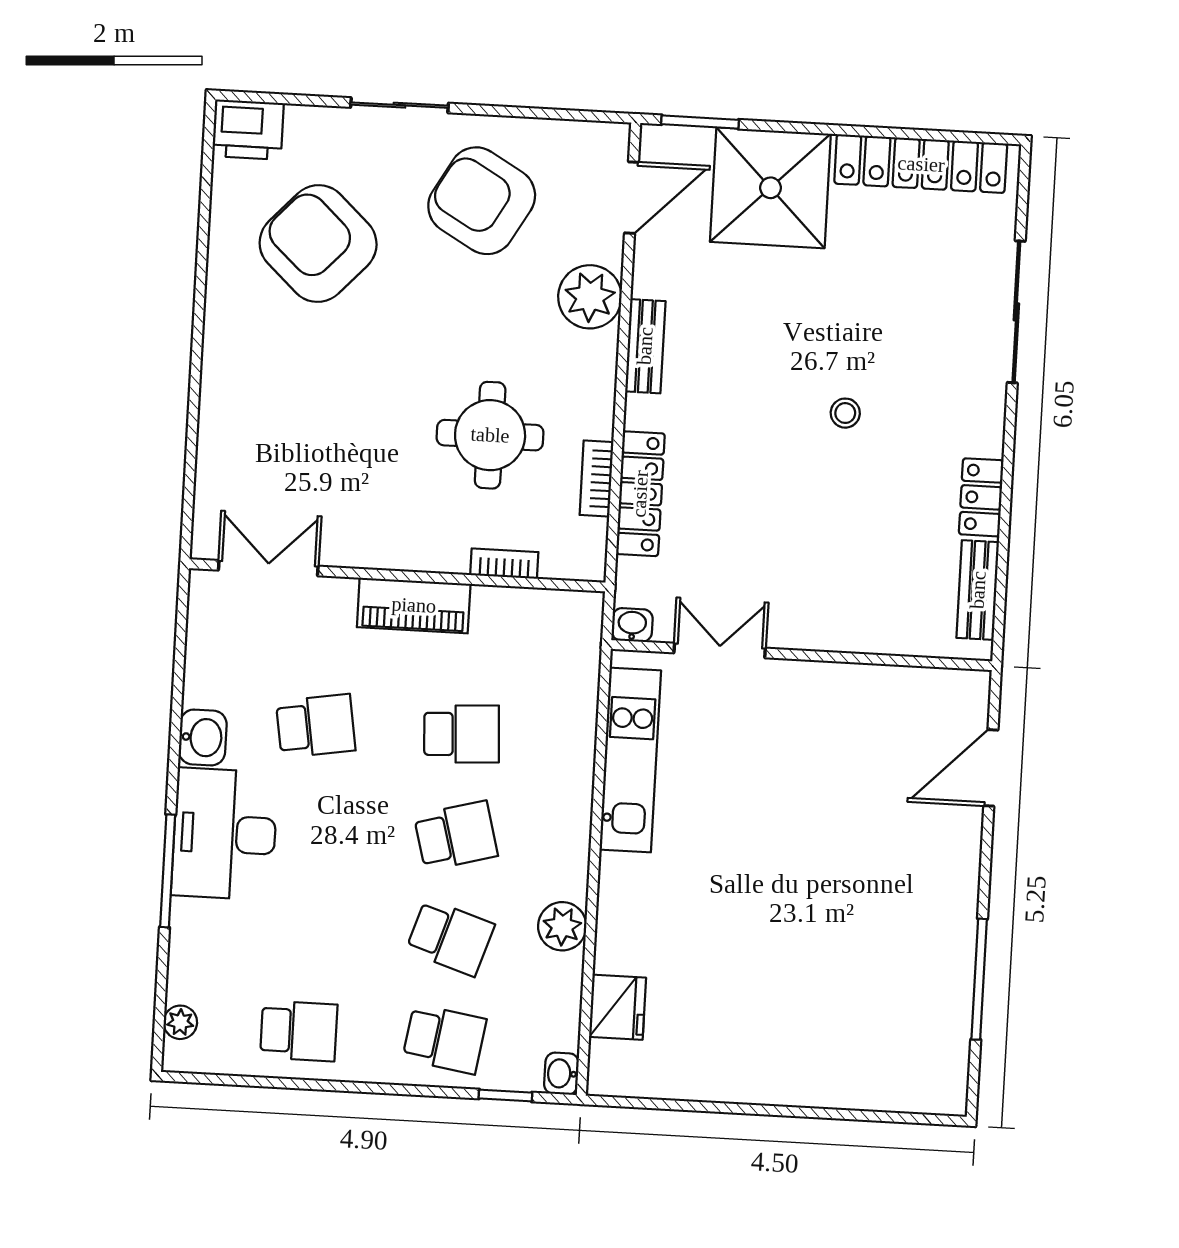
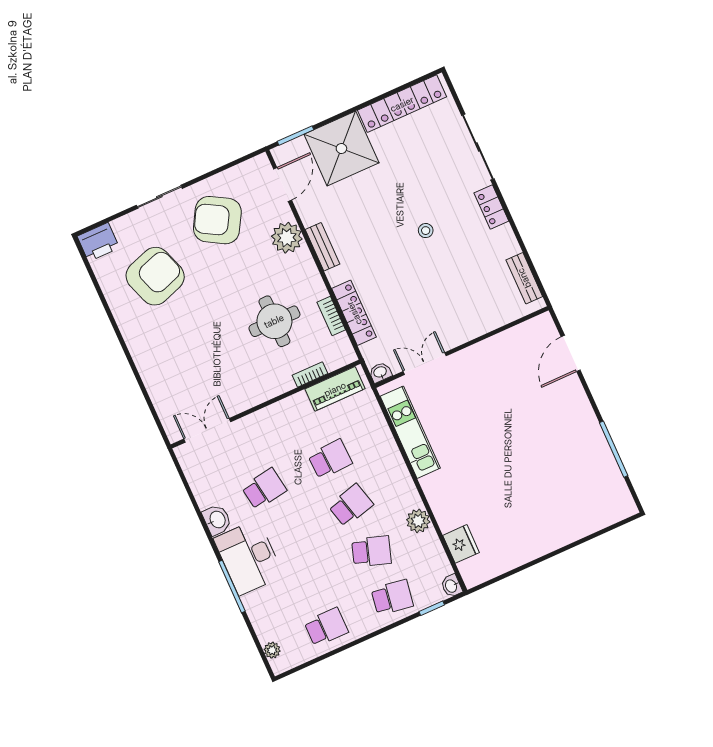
armchair: (318, 244) -> (155, 276), turned 118
locker: (981, 497) -> (491, 207), moved
piano: (414, 605) -> (335, 389), moved

